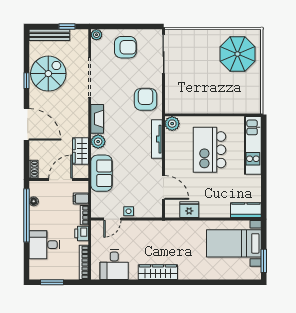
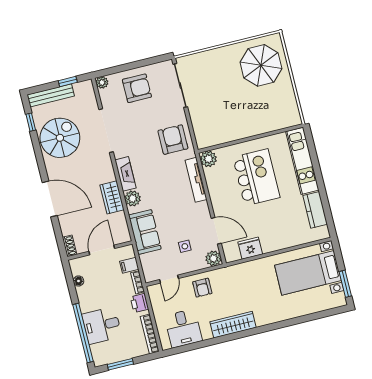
window: (26, 81) -> (31, 122), moved
kitchen island: (210, 150) -> (256, 177), turned 180
wardrobe: (81, 151) -> (112, 197), moved
kitchen counter: (246, 210) -> (315, 210), moved, turned -90
side table: (129, 211) -> (185, 246), moved
plant: (155, 211) -> (213, 258), added
window: (26, 215) -> (83, 333), moved
armchair: (139, 234) -> (202, 288), added

